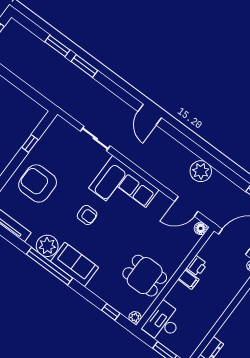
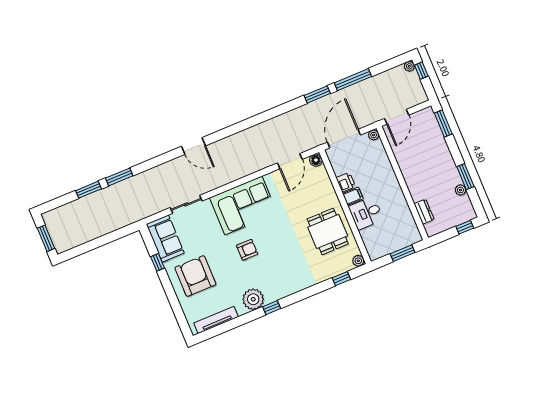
plant: (201, 171) -> (267, 131), removed
armchair: (38, 183) -> (195, 276), turned 90
sofa: (74, 264) -> (165, 239), moved, turned 90
window: (49, 266) -> (272, 308), width x0.32
dining table: (145, 276) -> (328, 231), turned 90
desk: (163, 322) -> (366, 213), moved, width x0.73

